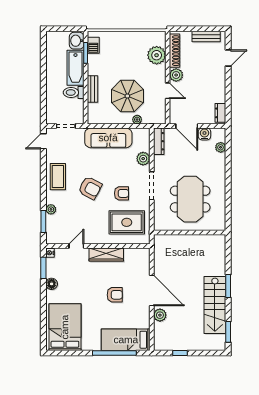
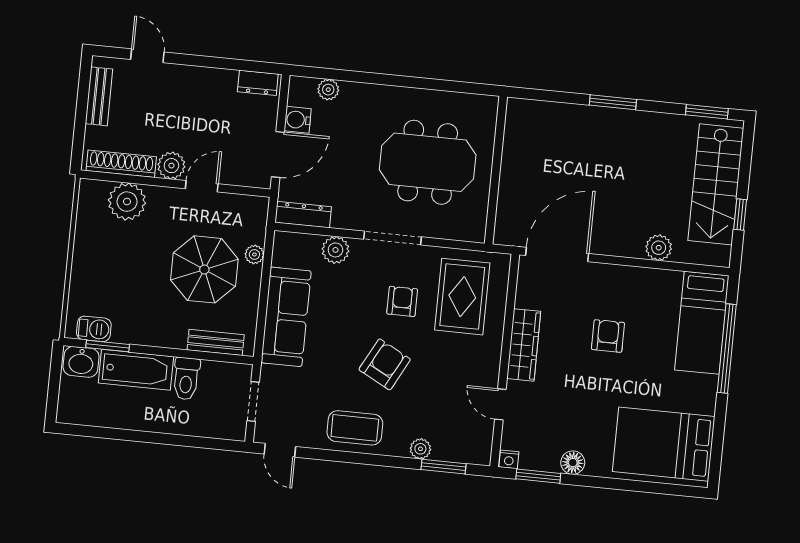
bench: (93, 89) -> (216, 342), moved
door: (152, 290) -> (557, 255), moved
stairs: (215, 305) -> (716, 184), moved, turned 90

